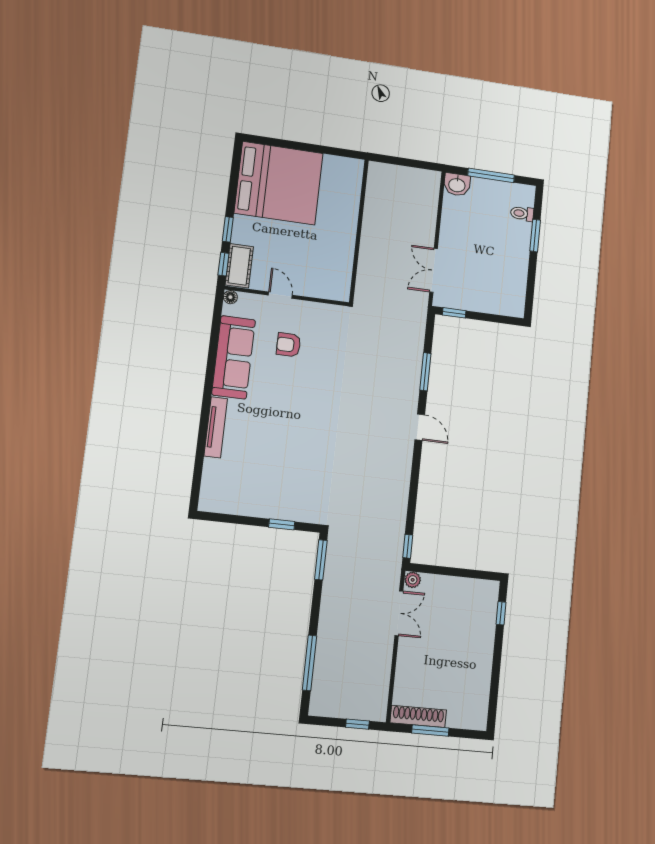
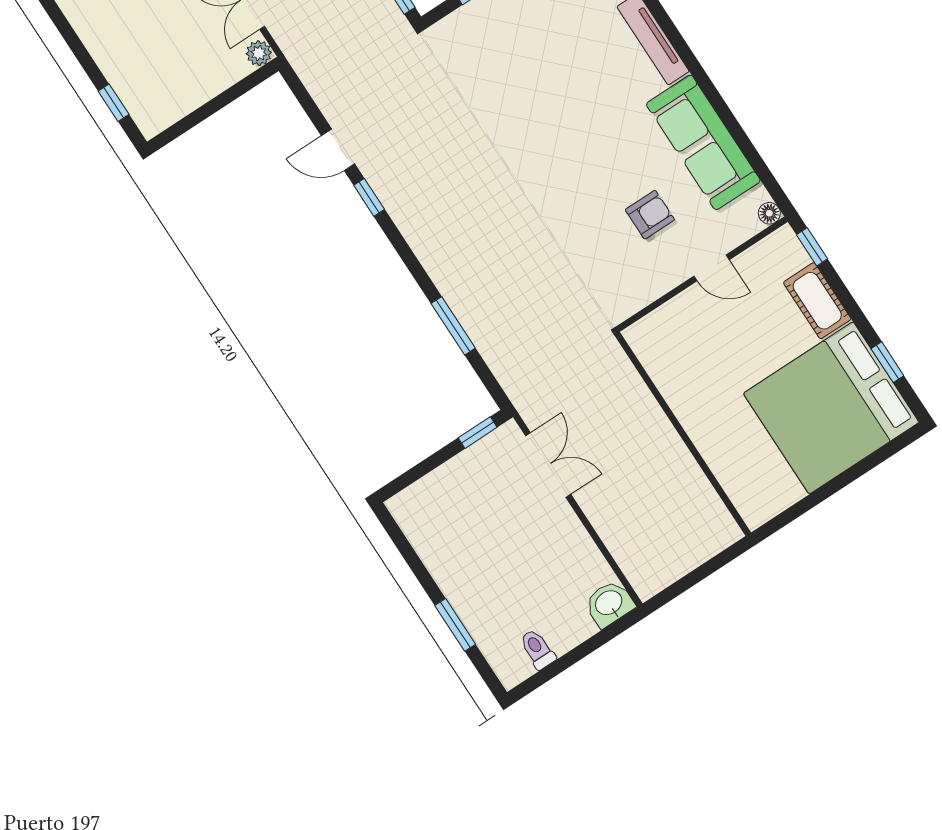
window: (491, 175) -> (576, 655), removed
toilet: (522, 214) -> (537, 649), moved, turned -90
window: (228, 229) -> (887, 362), moved
cot: (239, 266) -> (817, 301), moved
door: (420, 427) -> (338, 150), moved
window: (408, 546) -> (369, 197), moved

